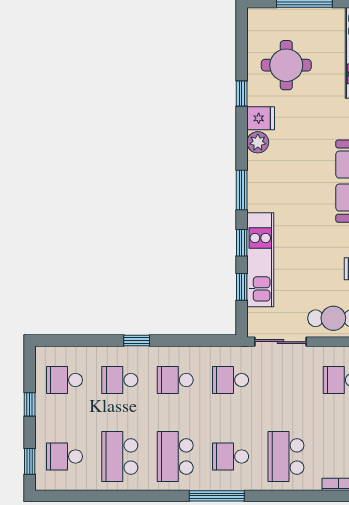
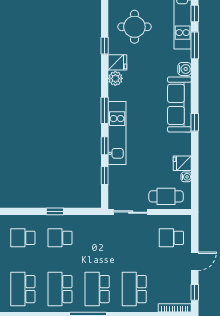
kitchen unit: (260, 260) -> (117, 133), moved
window: (137, 340) -> (55, 211), moved
school desk: (231, 380) -> (97, 238), removed
school desk: (231, 456) -> (97, 289), width x1.85

